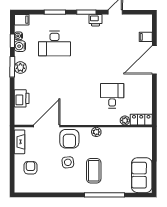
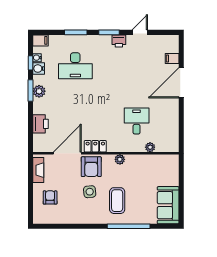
locker: (141, 120) -> (95, 146), moved

